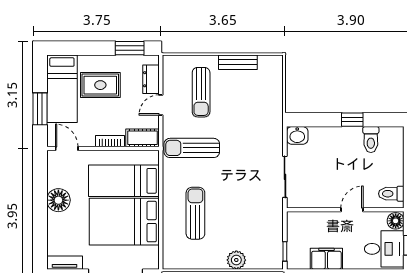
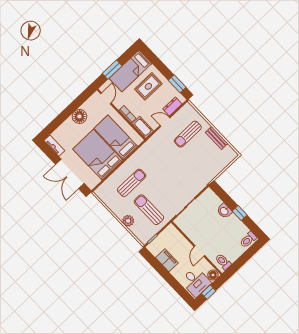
rug: (100, 85) -> (148, 86), turned 90
washbasin: (297, 135) -> (224, 211), moved
toilet: (371, 140) -> (248, 240), moved
sun lounger: (192, 148) -> (149, 210), moved
door: (352, 210) -> (199, 251), swing flipped

